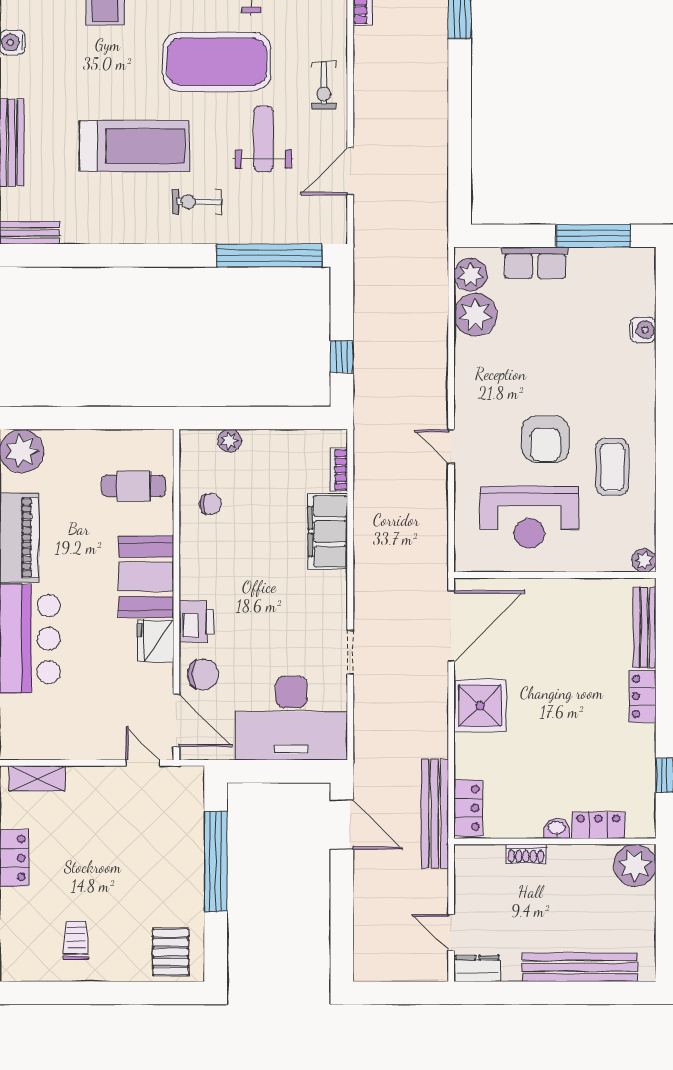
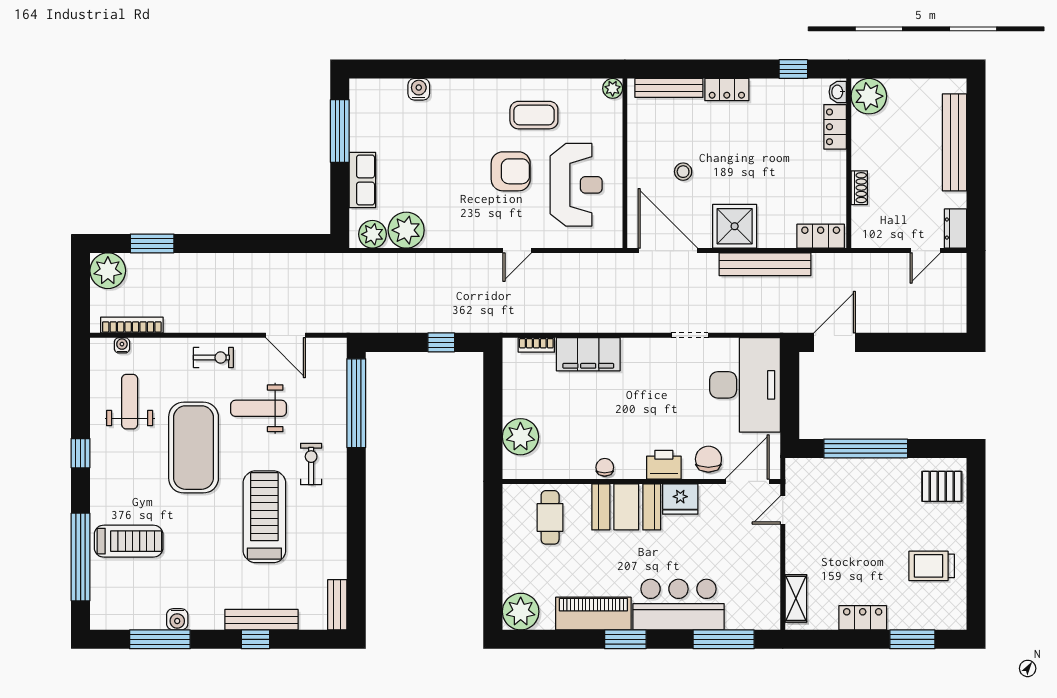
exercise bike: (197, 202) -> (311, 464), turned 180
plant: (230, 441) -> (520, 437), width x1.88, depth x1.88
chair: (210, 504) -> (605, 467), moved
stool: (545, 644) -> (683, 172), added
bench: (435, 814) -> (765, 264), moved
washbasin: (557, 828) -> (838, 92), moved
trolley: (76, 940) -> (932, 566), width x1.36, depth x1.39

